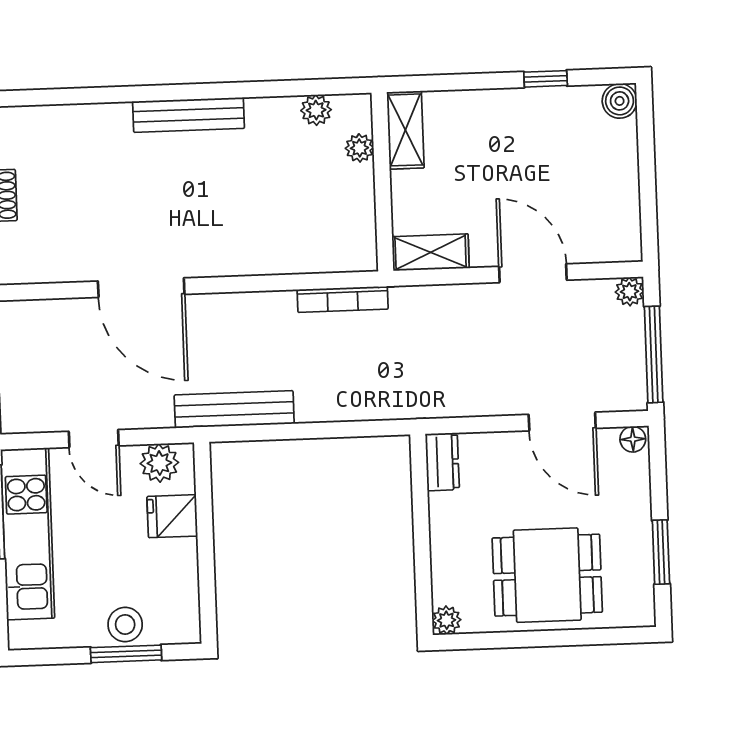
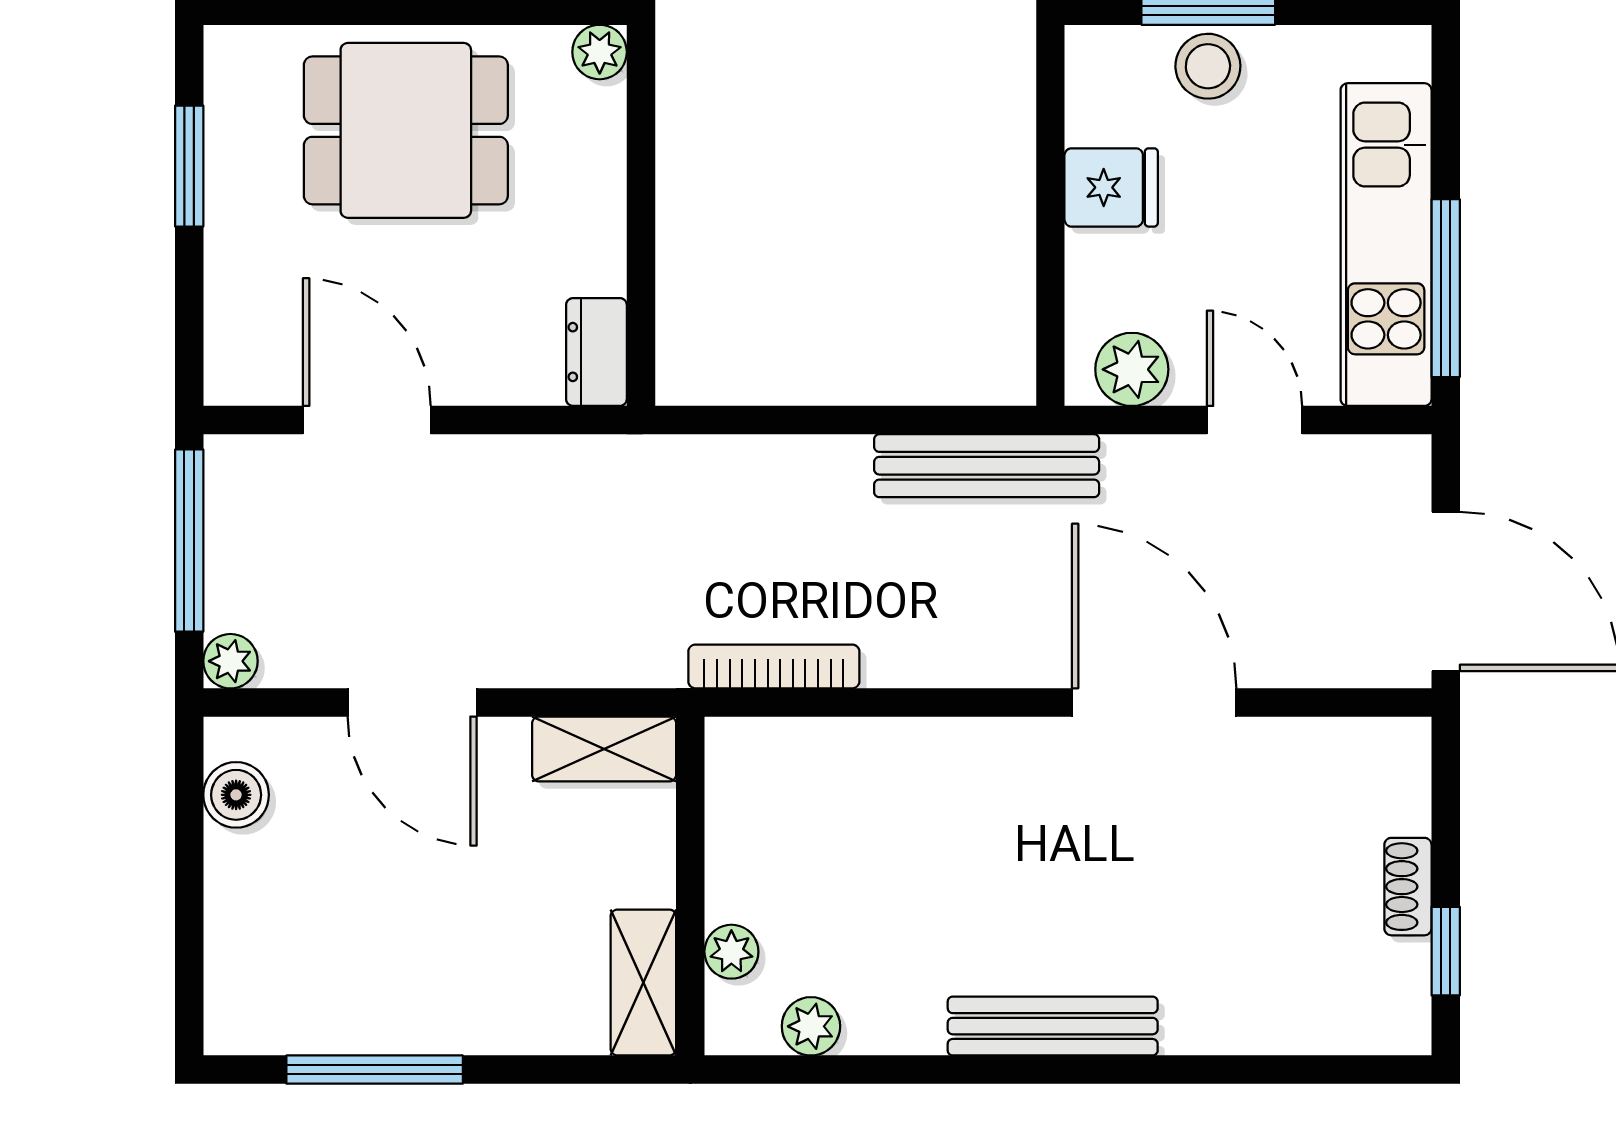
window: (546, 79) -> (375, 1070), width x2.17
boiler: (620, 101) -> (236, 795), moved
floor lamp: (633, 439) -> (234, 382), removed
fridge: (172, 516) -> (1111, 187), moved

